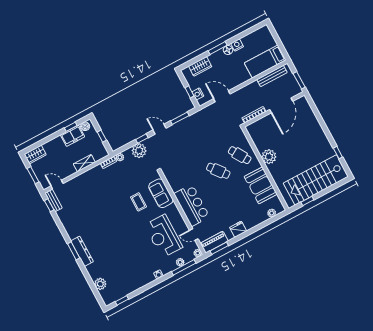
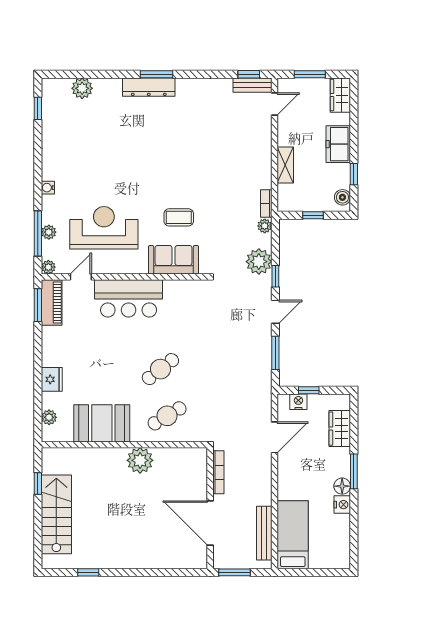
freezer: (73, 136) -> (338, 144), moved
stairs: (316, 180) -> (56, 514), width x0.73, depth x0.66
fridge: (238, 229) -> (52, 379), moved

